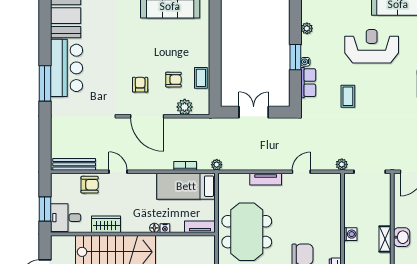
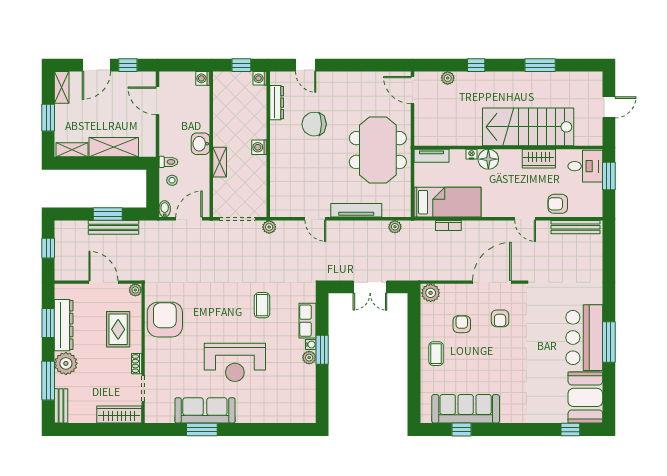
plant: (307, 28) -> (309, 358), moved
coffee table: (201, 78) -> (436, 354), moved
armchair: (173, 80) -> (462, 324), turned 90
window: (45, 83) -> (609, 342), moved
plant: (185, 107) -> (431, 293), moved
door: (147, 116) -> (492, 282), hinge flipped
plant: (217, 165) -> (395, 227), moved
door: (301, 172) -> (315, 219), hinge flipped
tv unit: (266, 179) -> (356, 210), width x1.41
floor lamp: (154, 228) -> (488, 159), width x1.89, depth x1.89
shelving: (385, 239) -> (220, 162), moved

